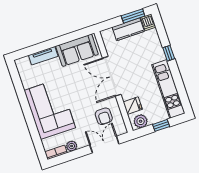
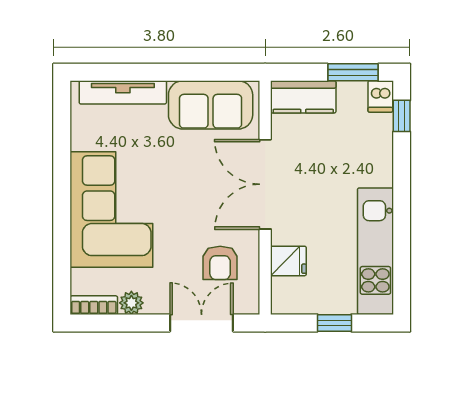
kitchen counter: (128, 29) -> (303, 97), moved
window: (169, 53) -> (402, 116), moved
tv unit: (43, 56) -> (123, 92), width x1.41
plant: (141, 121) -> (294, 299), removed

